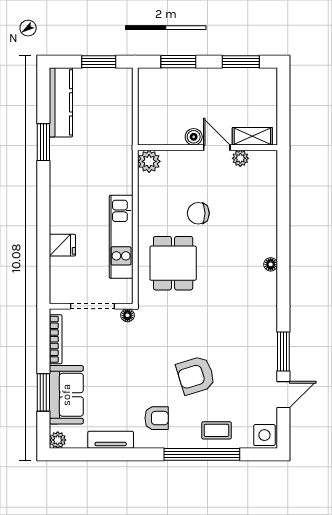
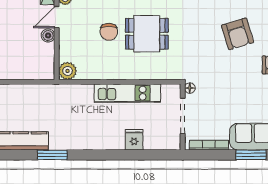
dining table: (173, 263) -> (147, 34), moved

